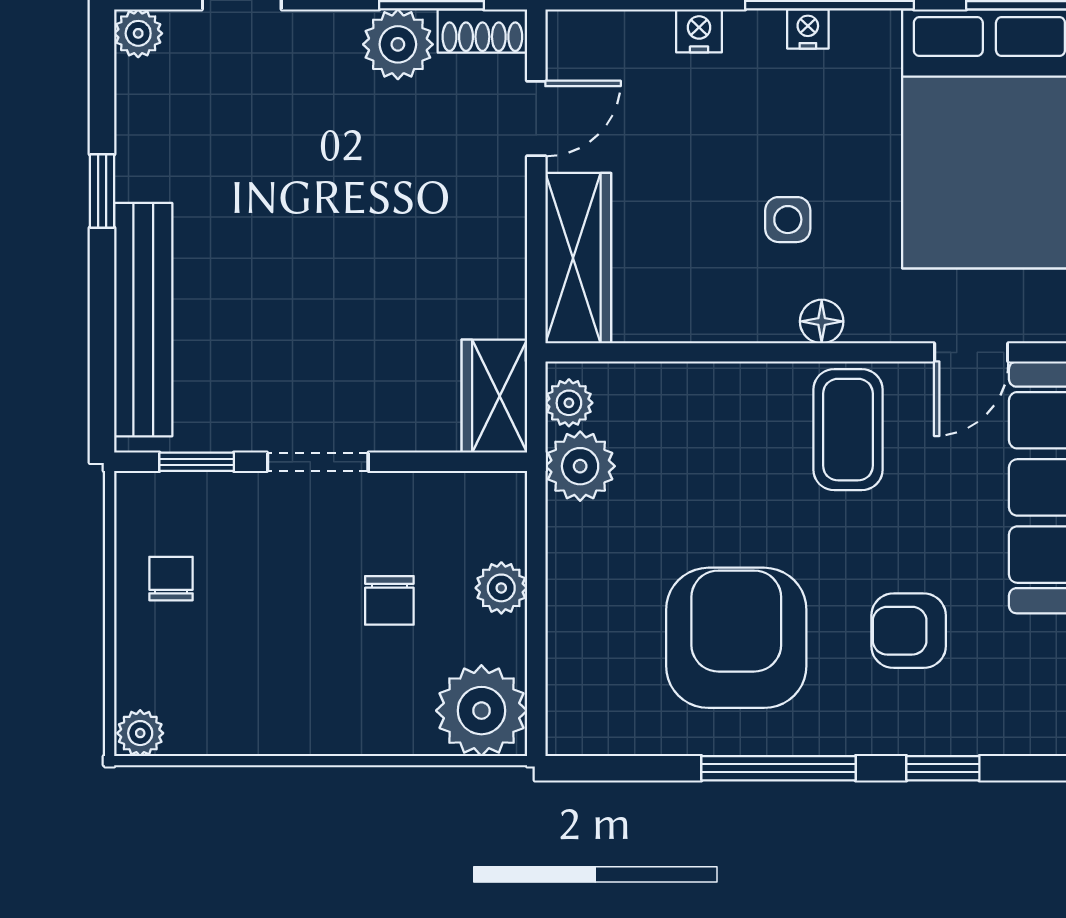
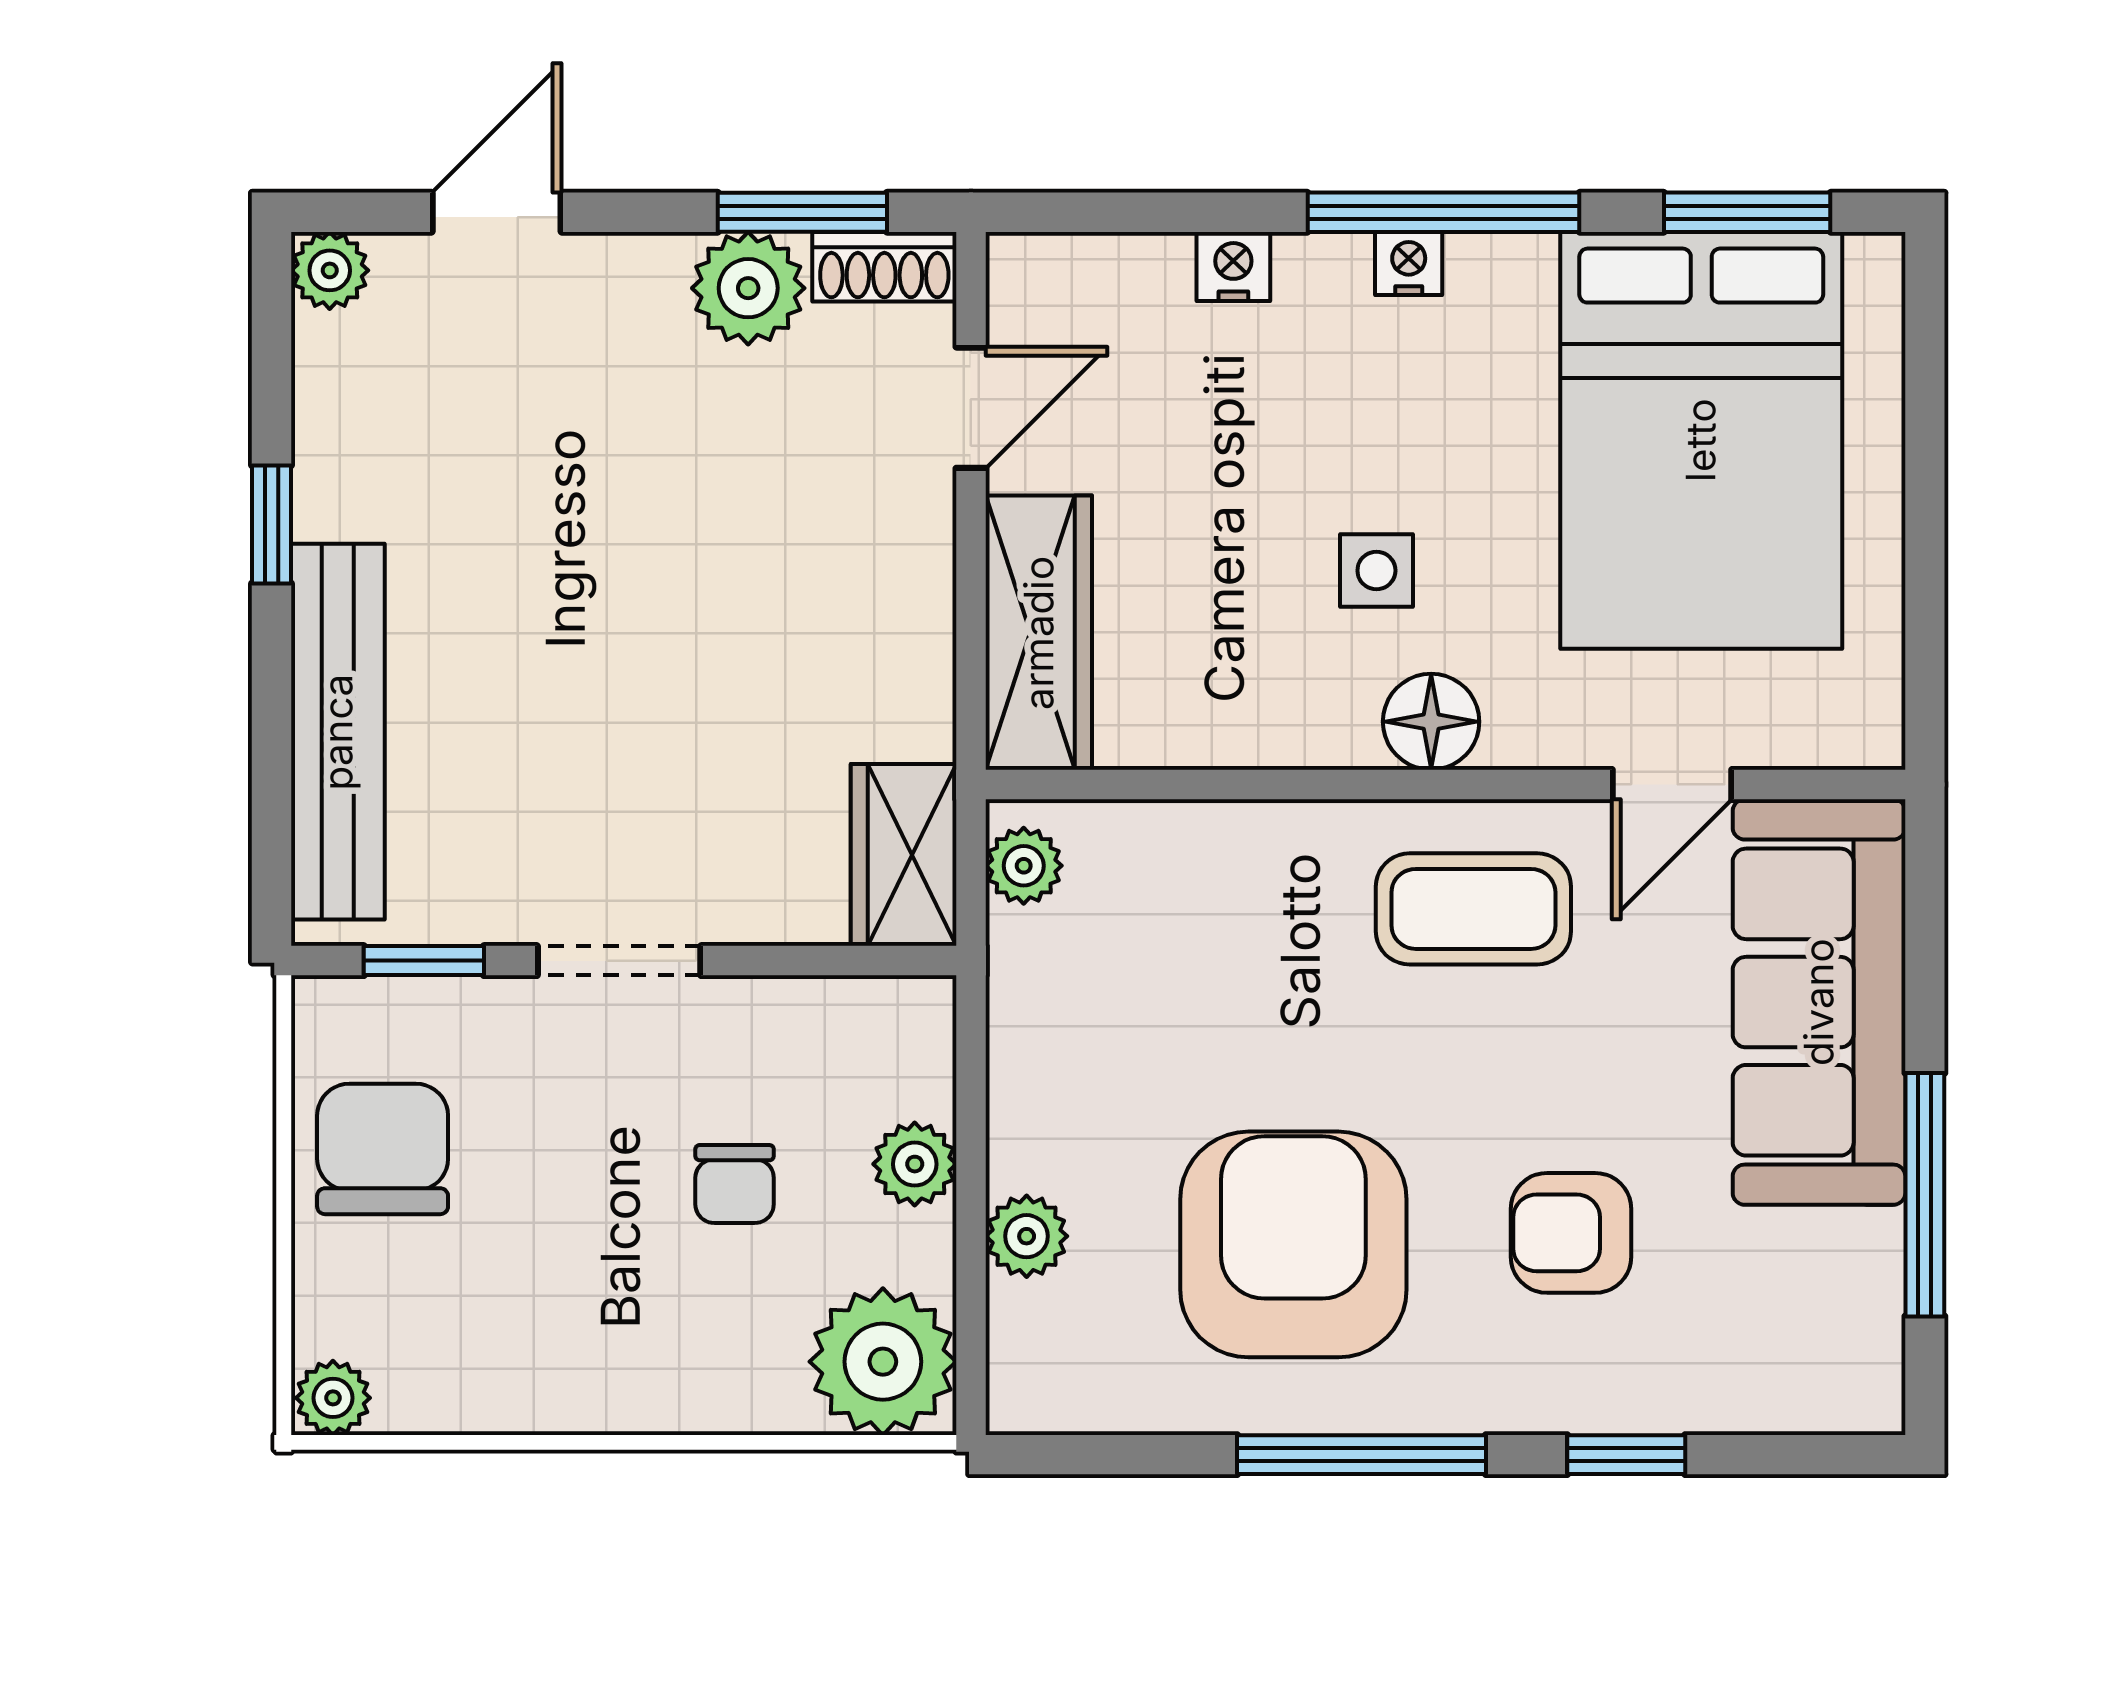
floor lamp: (822, 321) -> (1431, 722), width x1.37, depth x1.37
coffee table: (848, 430) -> (1473, 909), turned 90
plant: (580, 466) -> (1027, 1236), moved, width x0.73, depth x0.73
chair: (171, 579) -> (383, 1149), width x1.87, depth x1.87

